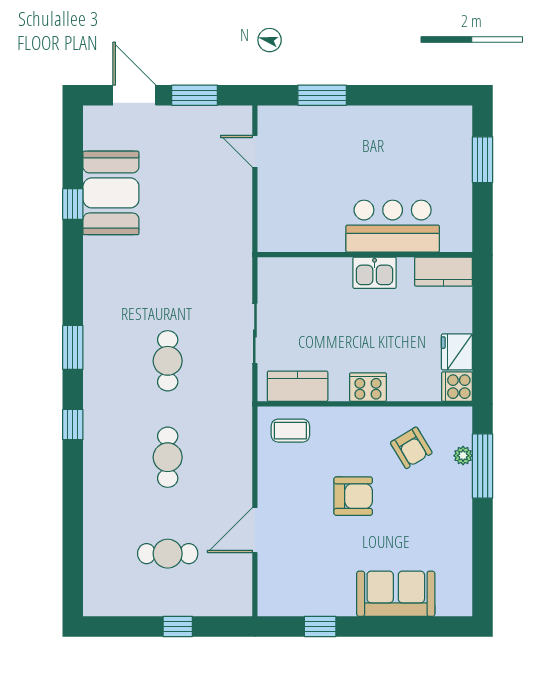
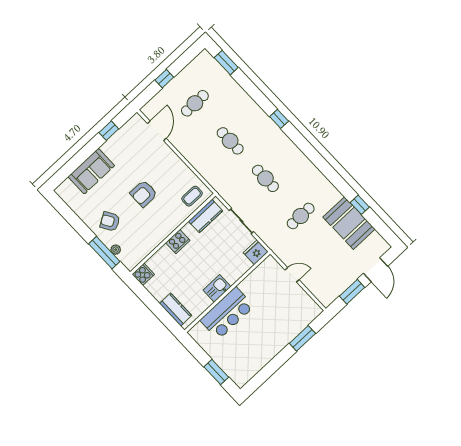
door: (134, 95) -> (376, 270), hinge flipped
door: (255, 151) -> (292, 275), moved
cafe table: (168, 264) -> (301, 216), added
kitchen counter: (444, 272) -> (176, 309), moved, turned 90
window: (73, 347) -> (226, 63), moved
fridge: (457, 352) -> (256, 252), moved, turned -90
armchair: (411, 448) -> (110, 221), moved
door: (255, 530) -> (157, 131), moved

